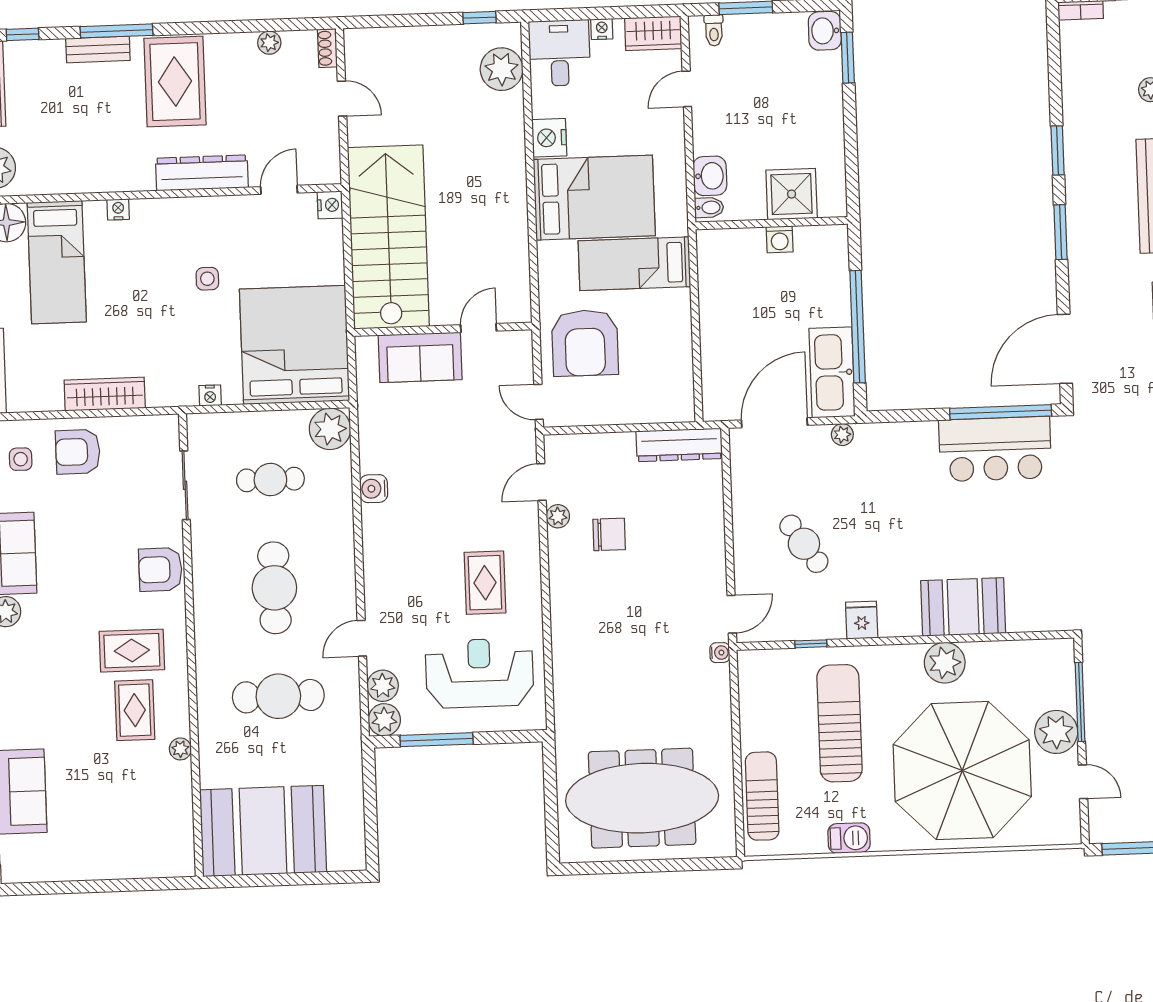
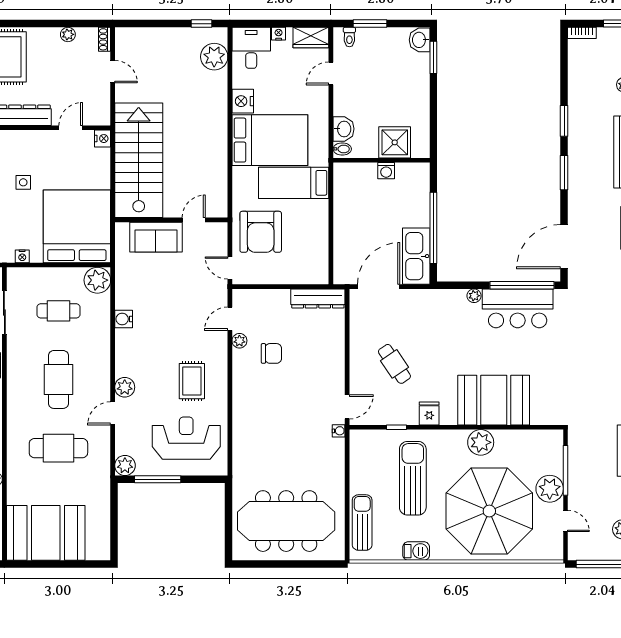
plant: (842, 435) -> (474, 296), moved
booth: (963, 607) -> (494, 400), width x1.36, depth x1.42
plant: (383, 686) -> (125, 387), moved

